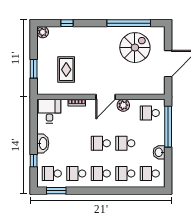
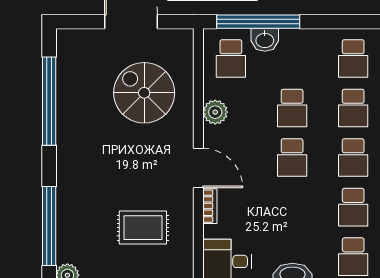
window: (67, 23) -> (49, 226), width x3.17
spiral stairs: (135, 48) -> (144, 93), moved
door: (106, 97) -> (198, 168), moved
washbasin: (159, 152) -> (265, 40), moved

